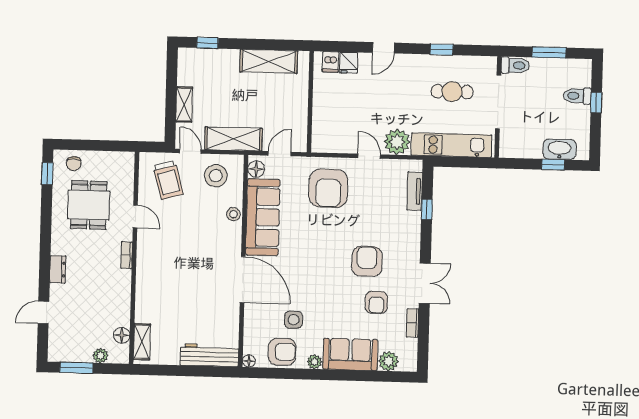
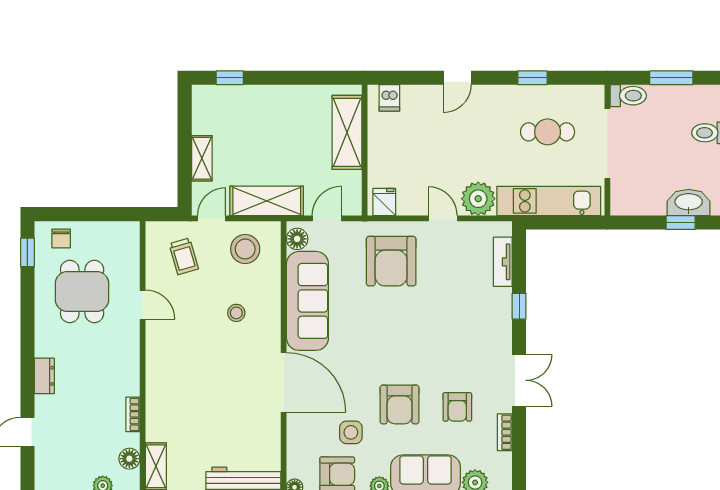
shelving: (269, 61) -> (347, 132), moved, turned 90
fridge: (349, 63) -> (384, 202), moved, turned 180
door: (190, 151) -> (211, 218), hinge flipped
trolley: (168, 180) -> (184, 256), width x0.73, depth x0.72
window: (427, 209) -> (519, 306), moved
stool: (233, 214) -> (236, 313), moved
bookcase: (127, 255) -> (133, 414), moved
armchair: (367, 261) -> (400, 404), moved, turned 180

